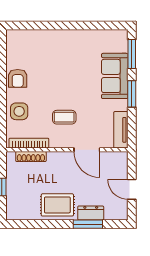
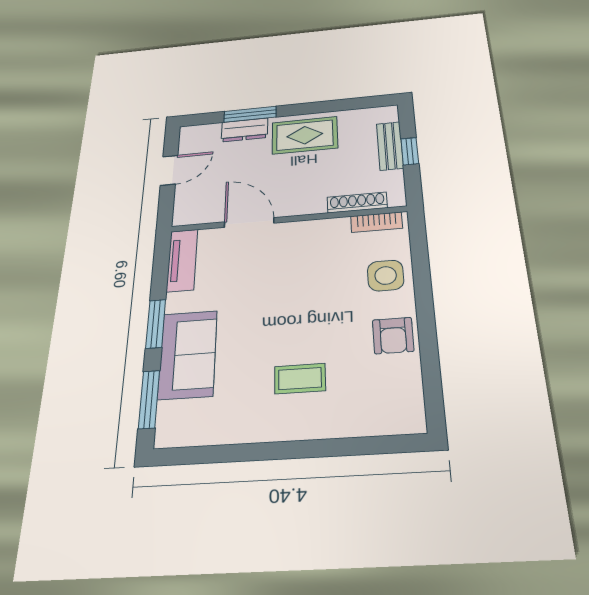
armchair: (18, 78) -> (393, 336), turned 180
coffee table: (64, 117) -> (300, 379), moved
bookcase: (29, 143) -> (377, 222), width x0.64
door: (132, 189) -> (169, 170), hinge flipped
bench: (12, 192) -> (390, 146), added

